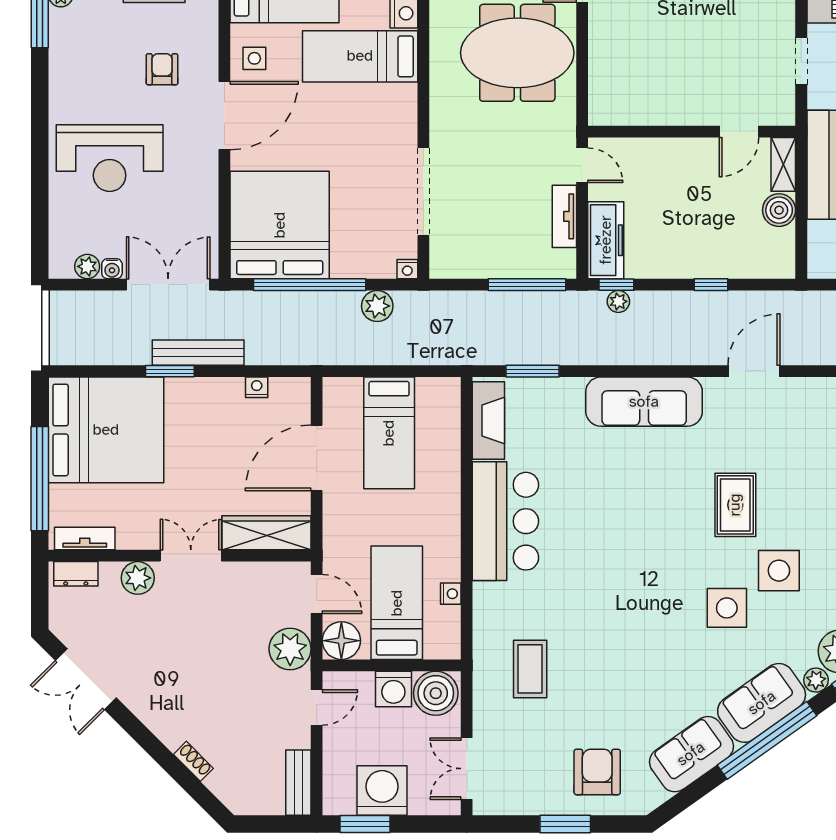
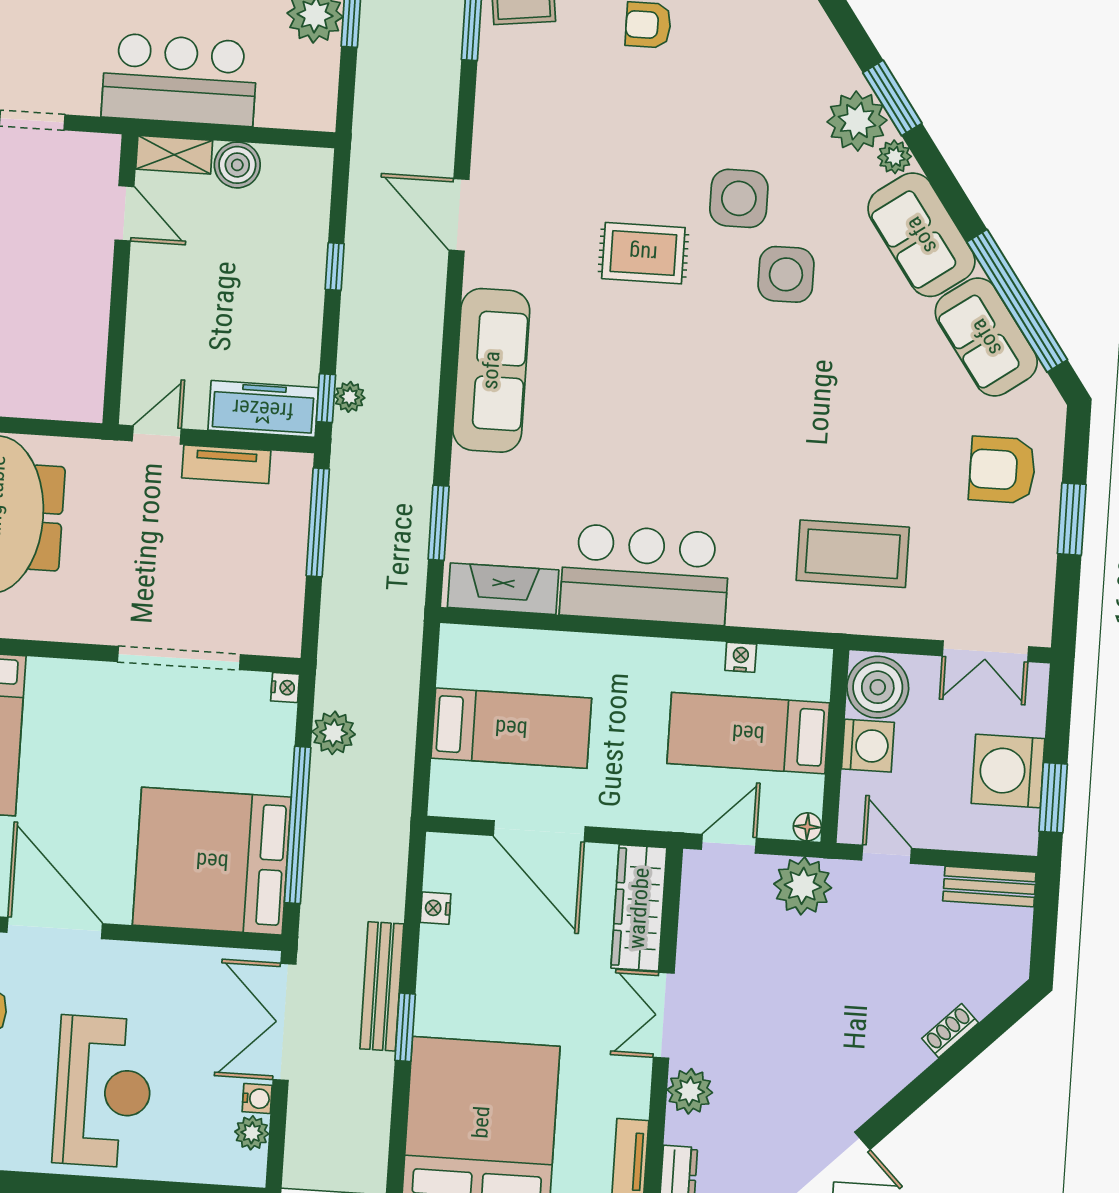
floor lamp: (341, 641) -> (807, 827), width x0.53, depth x0.53
coffee table: (530, 669) -> (853, 554), width x1.36, depth x1.32
window: (767, 740) -> (1017, 301), moved

